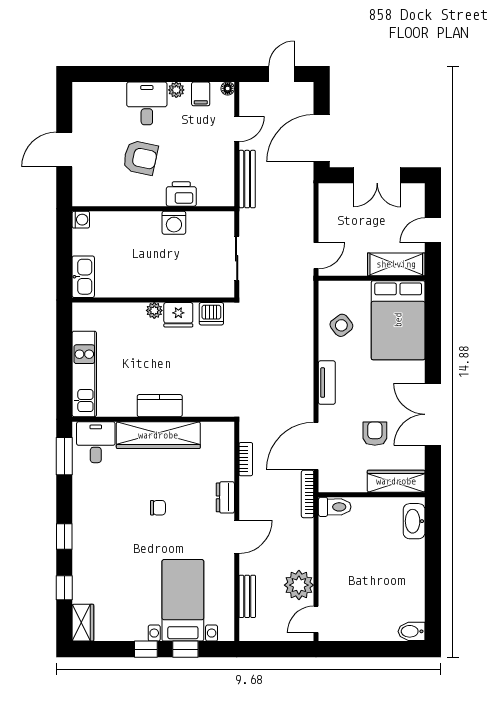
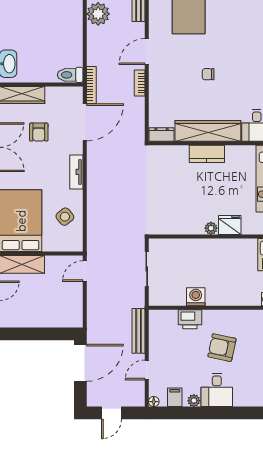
double door: (377, 175) -> (37, 334), removed
dishwasher: (211, 314) -> (166, 226), removed
fridge: (178, 315) -> (230, 225), moved
bookcase: (246, 459) -> (140, 83), moved
dresser: (225, 497) -> (162, 135), moved, turned -90

